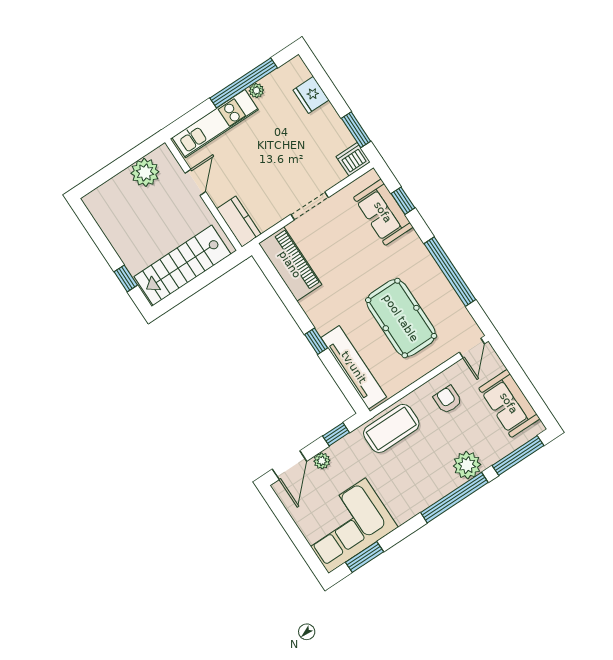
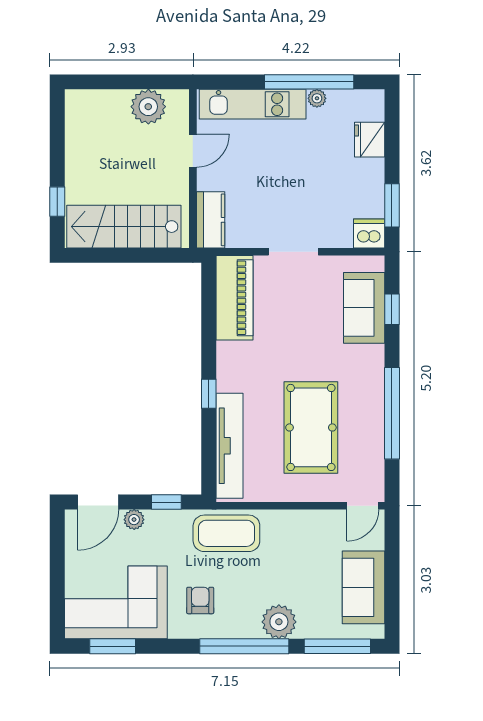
armchair: (448, 400) -> (200, 600), moved

